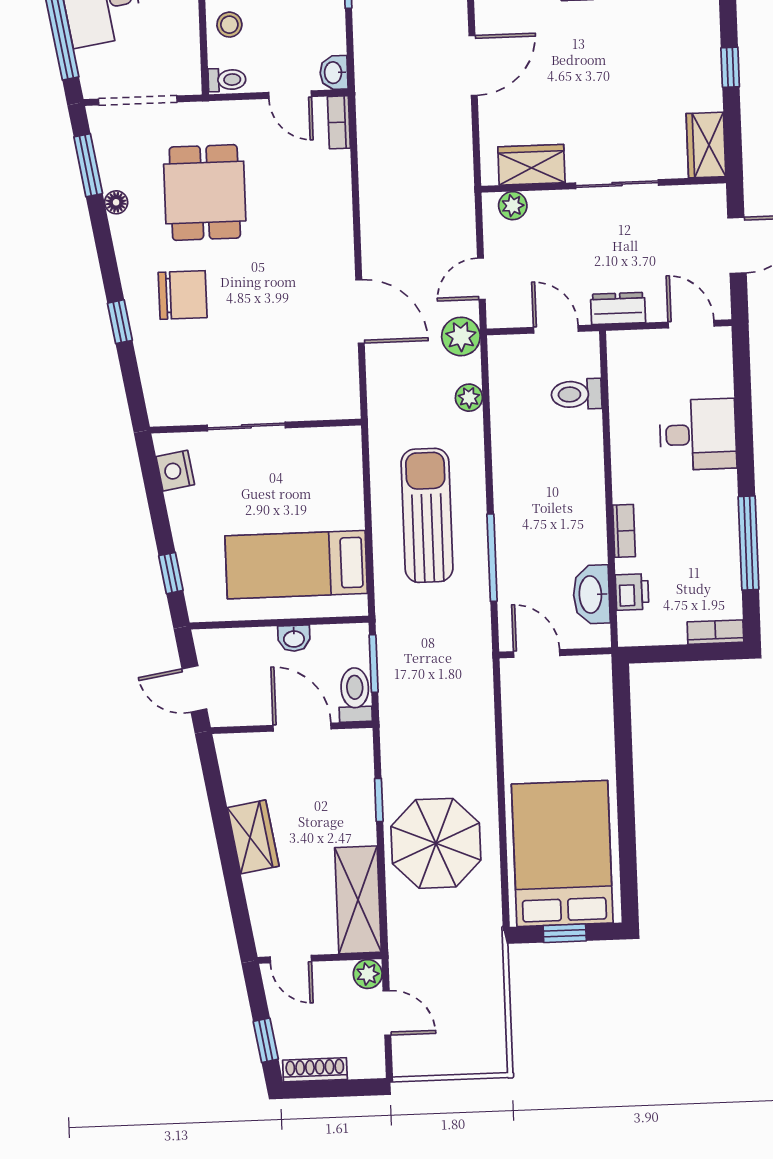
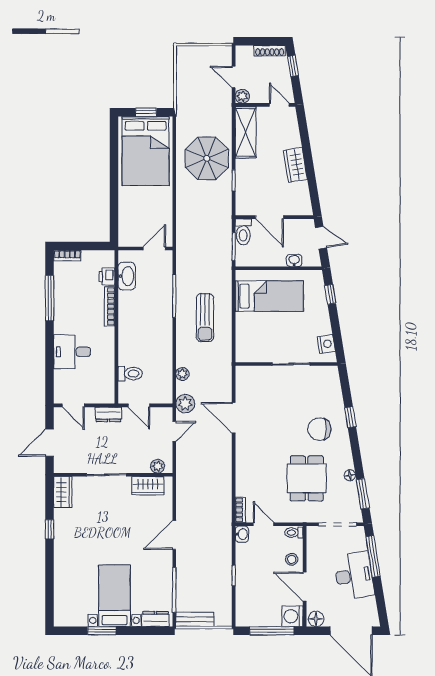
sun lounger: (427, 515) -> (205, 318), width x0.73, depth x0.75
bookcase: (624, 531) -> (110, 306), width x1.56
washbasin: (294, 638) -> (294, 260), moved
door: (537, 654) -> (154, 249), swing flipped

